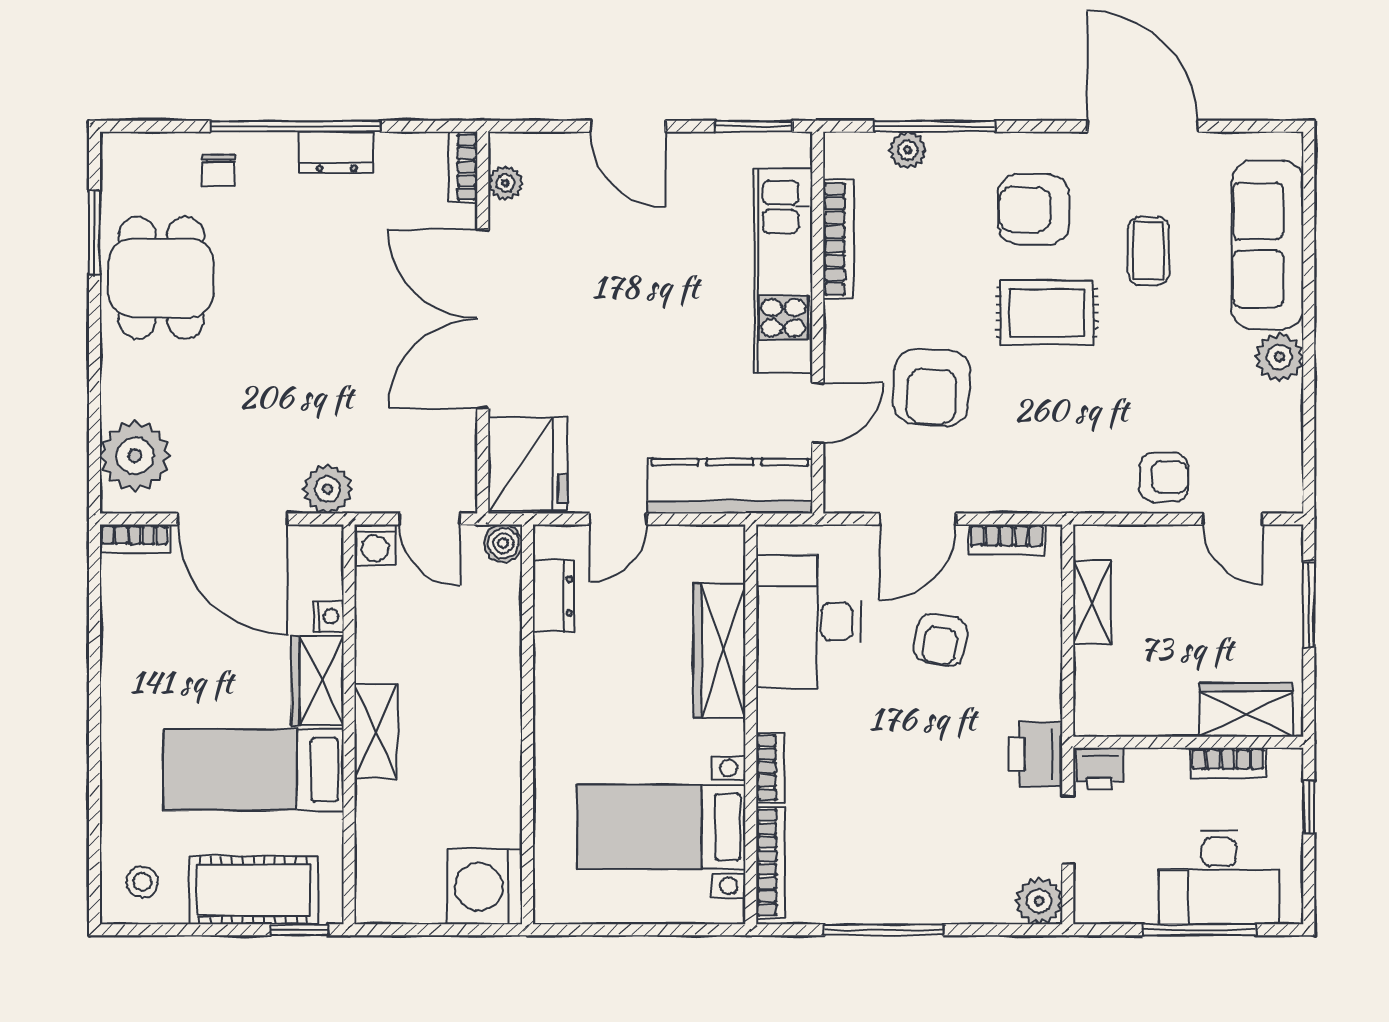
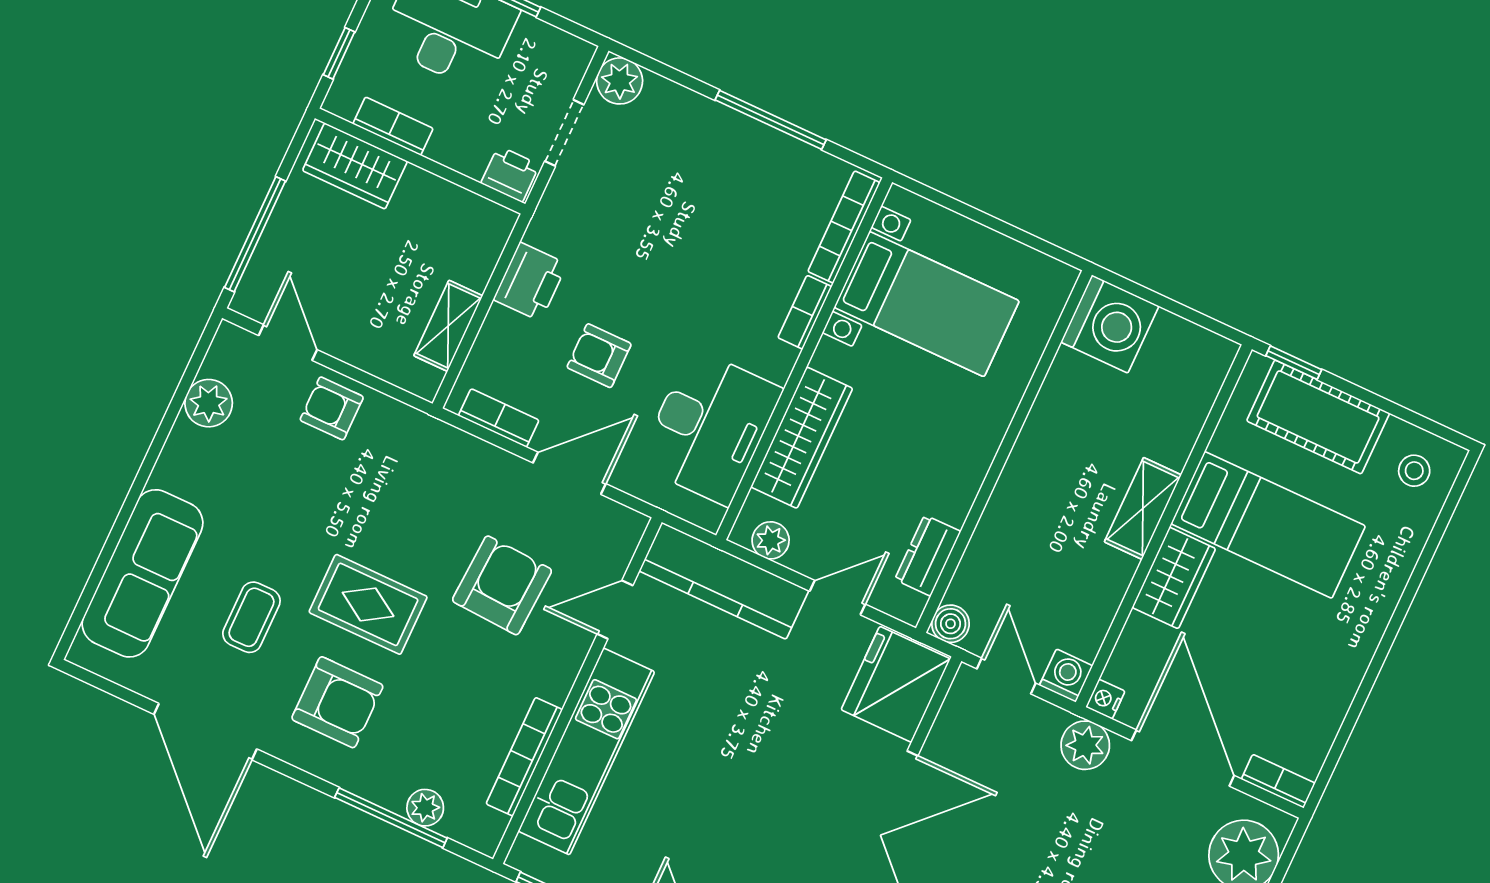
plant: (1279, 357) -> (209, 403), moved
plant: (704, 543) -> (771, 540), added
window: (1309, 605) -> (255, 234), width x1.44
nightstand: (329, 616) -> (1105, 699), moved
armchair: (941, 640) -> (599, 356), turned -101
printer: (1036, 754) -> (530, 282), moved

